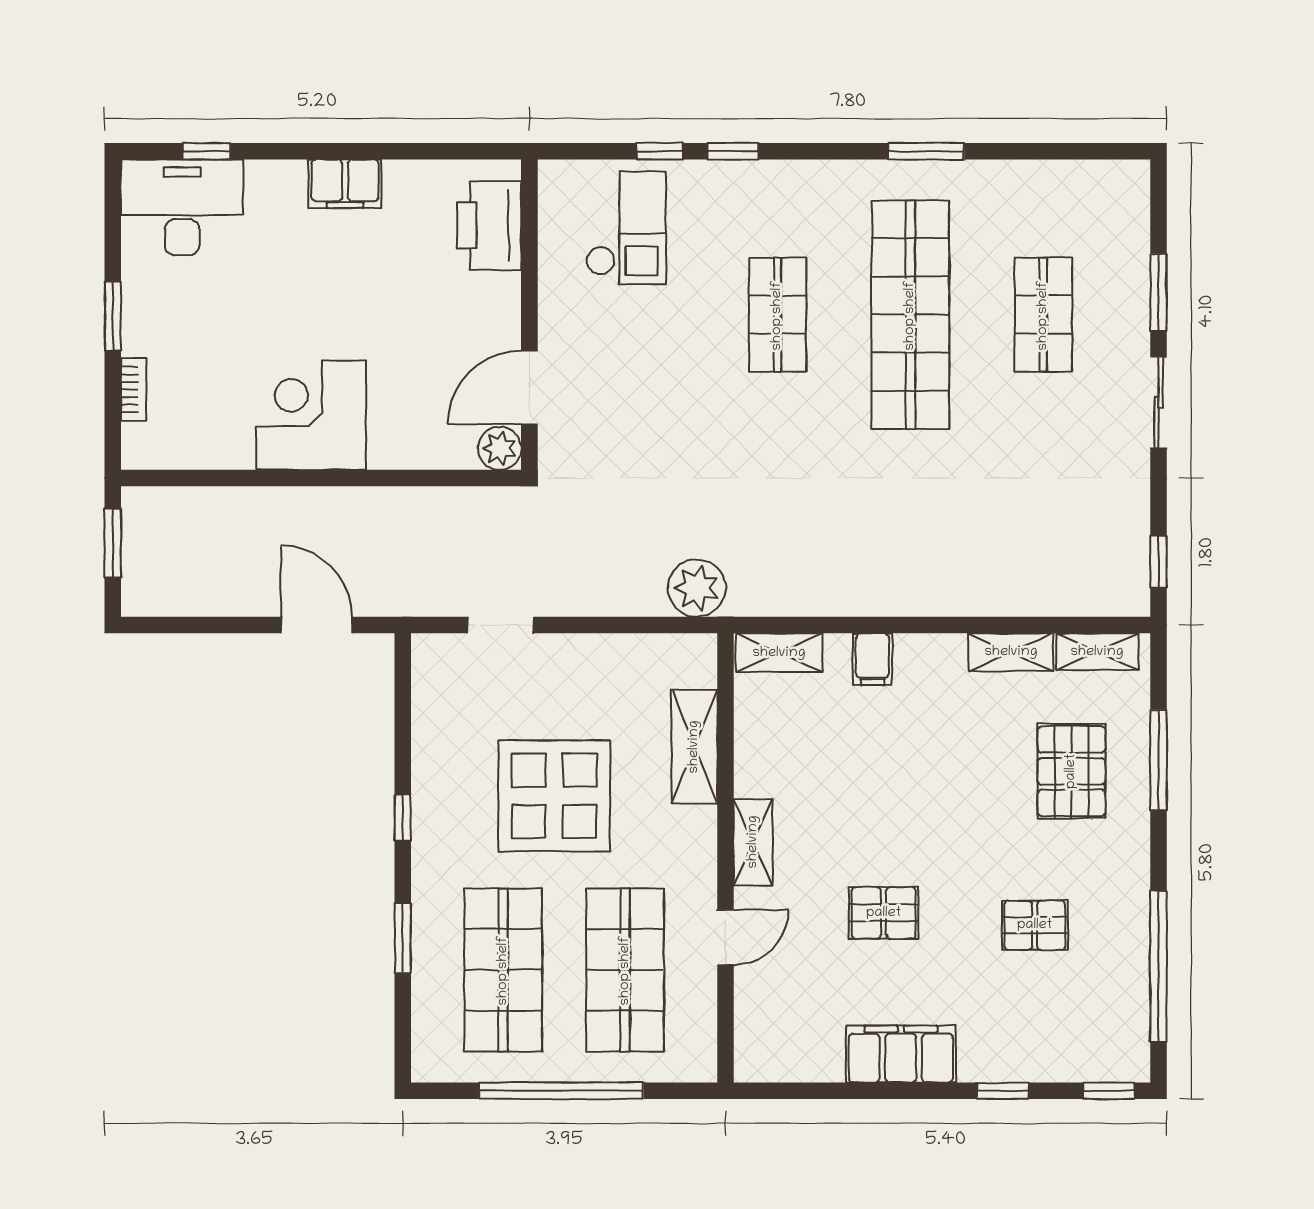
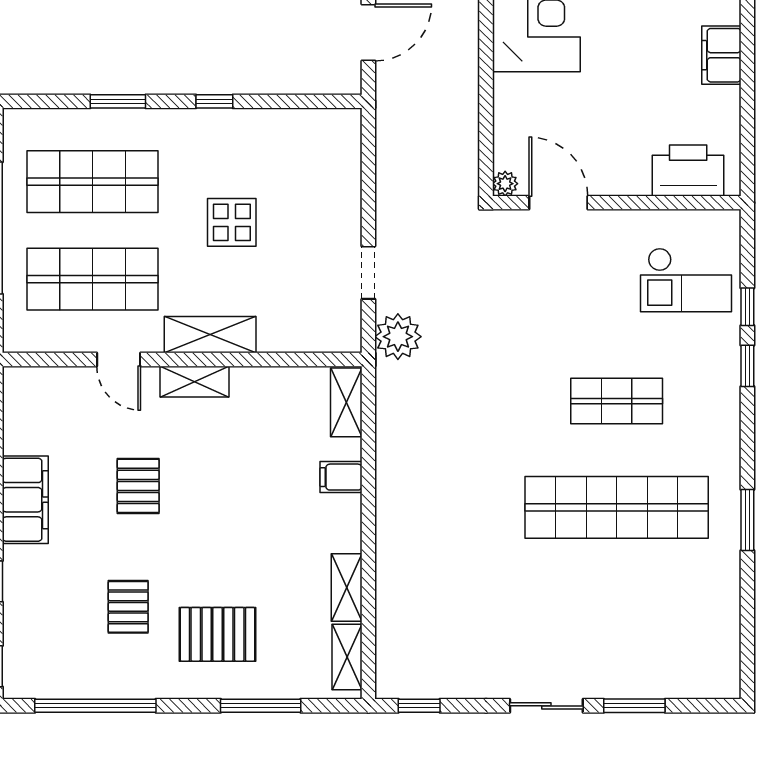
shop shelf: (1043, 315) -> (617, 614), removed
plant: (500, 448) -> (505, 184), width x0.73, depth x0.73
doorway: (501, 625) -> (368, 273), moved
shelving: (694, 747) -> (210, 335), moved
pallet: (1071, 771) -> (217, 634), moved
display table: (554, 796) -> (232, 222), width x0.54, depth x0.54

